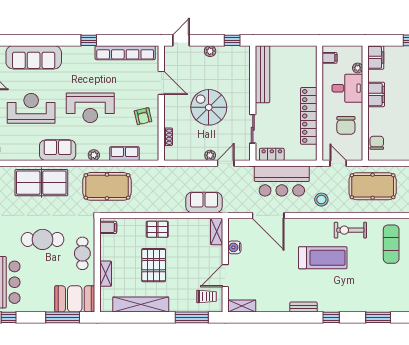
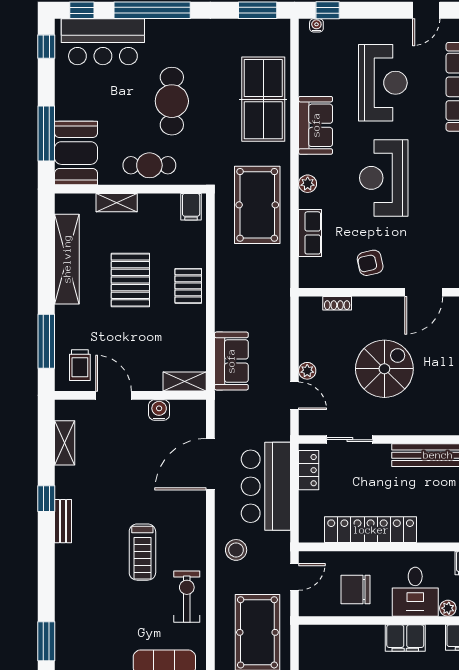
chair: (377, 143) -> (327, 639), removed
treadmill: (323, 258) -> (142, 552), width x0.73, depth x0.73
pallet: (154, 265) -> (130, 280), turned 90
shelving: (242, 306) -> (65, 443), moved
window: (331, 317) -> (46, 499), moved

